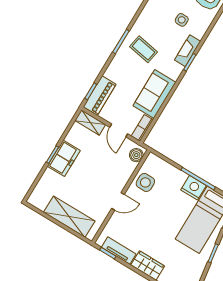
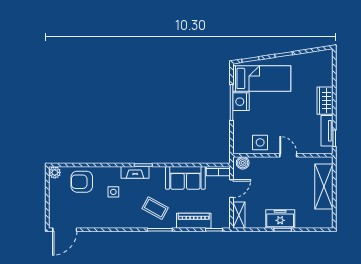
coffee table: (143, 49) -> (155, 208), turned -71
piano: (100, 96) -> (194, 221), moved

